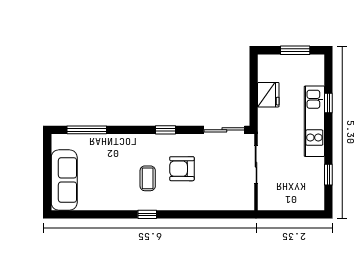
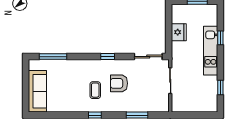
window: (208, 214) -> (137, 115), added

